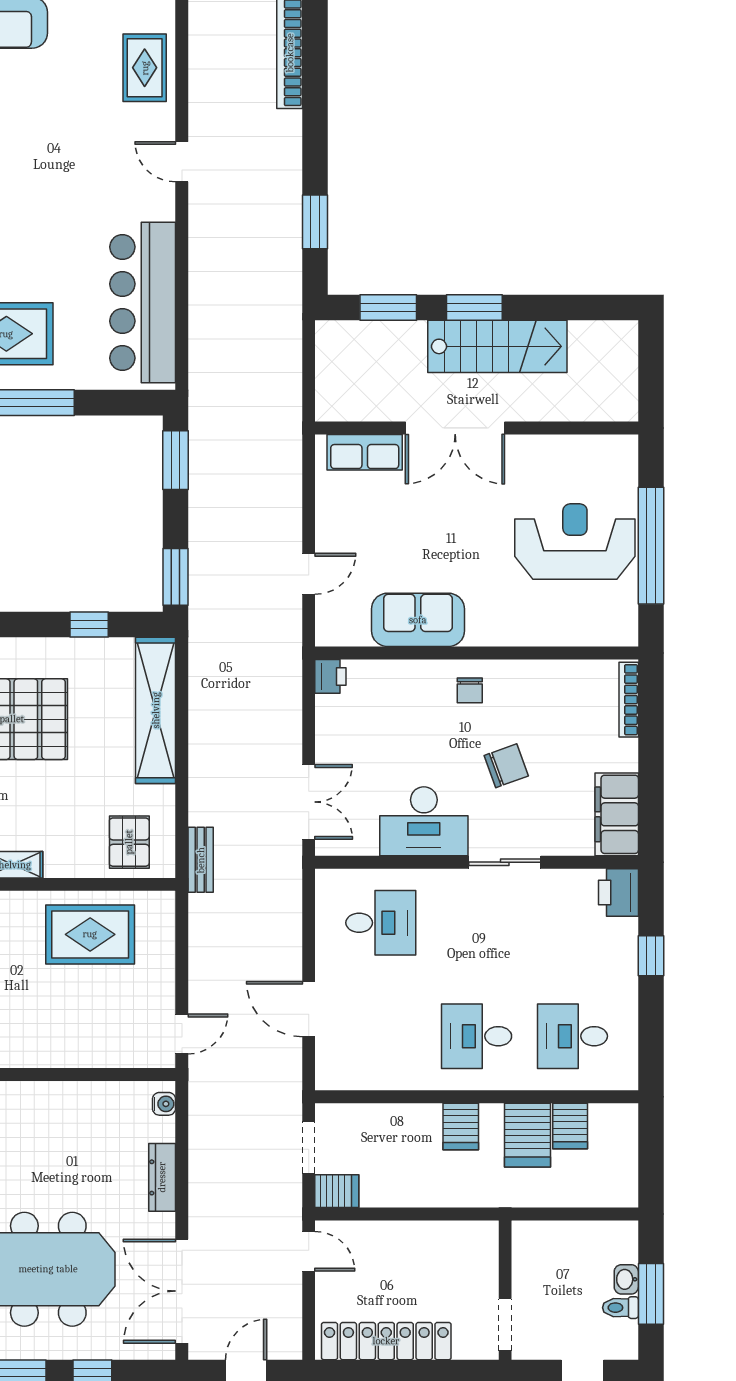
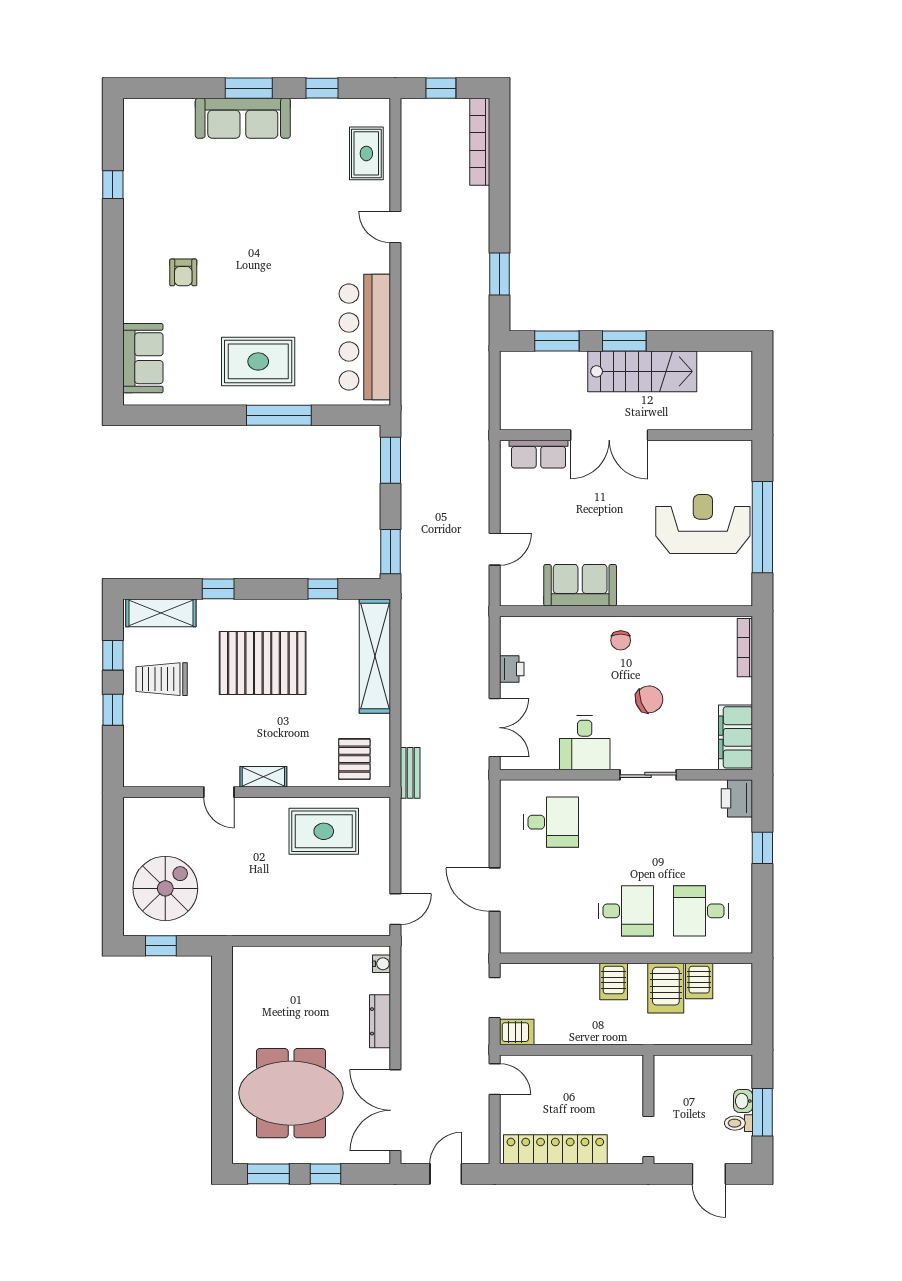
printer: (330, 676) -> (512, 669), moved
desk: (424, 821) -> (585, 743), width x0.73
desk: (477, 1036) -> (626, 911), turned 180

